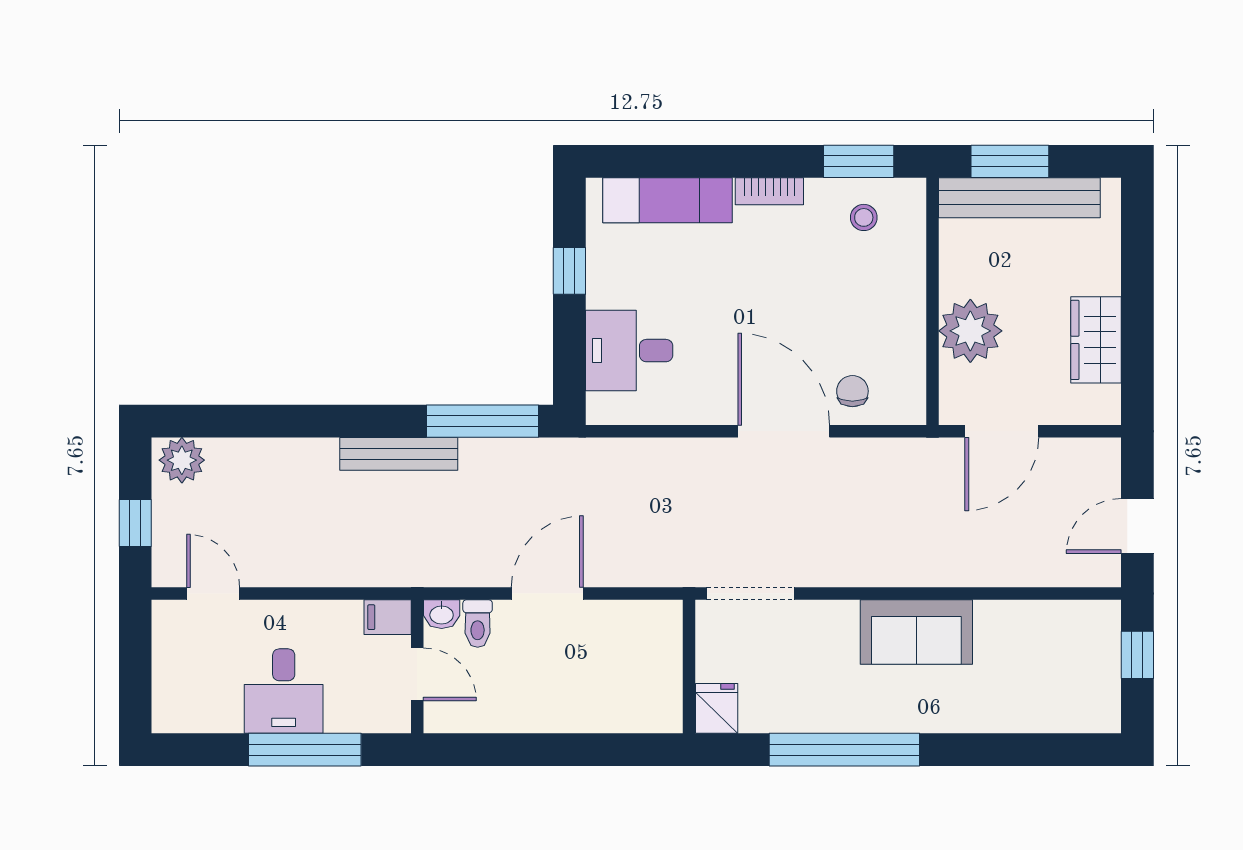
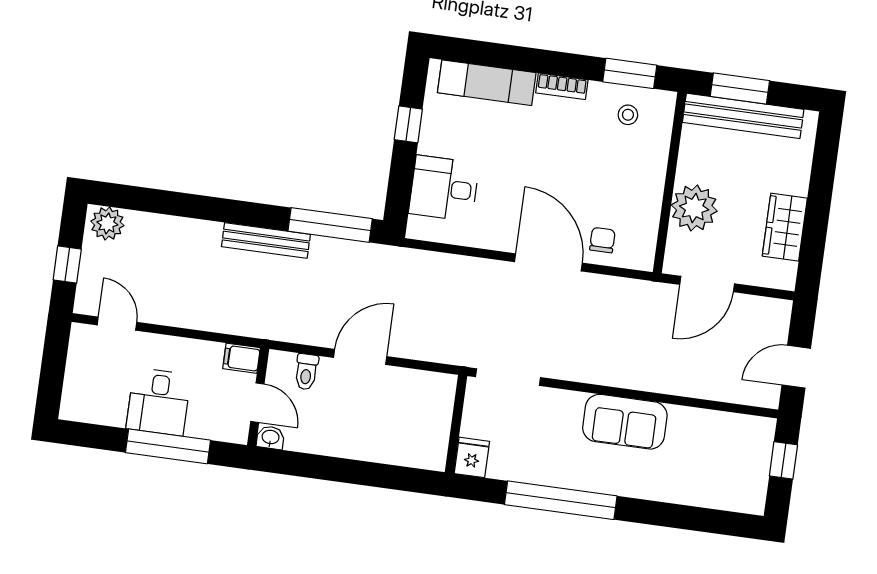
washbasin: (442, 614) -> (270, 438), moved, turned 180

